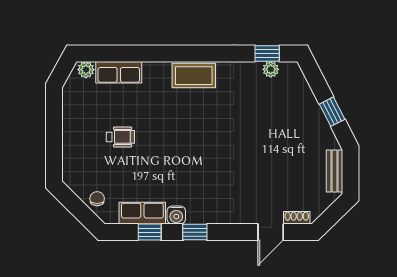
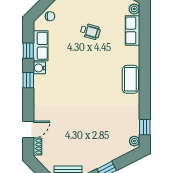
plant: (271, 69) -> (134, 141), moved
wheelchair: (120, 137) -> (90, 31), turned -74
door: (271, 232) -> (28, 130), swing flipped

